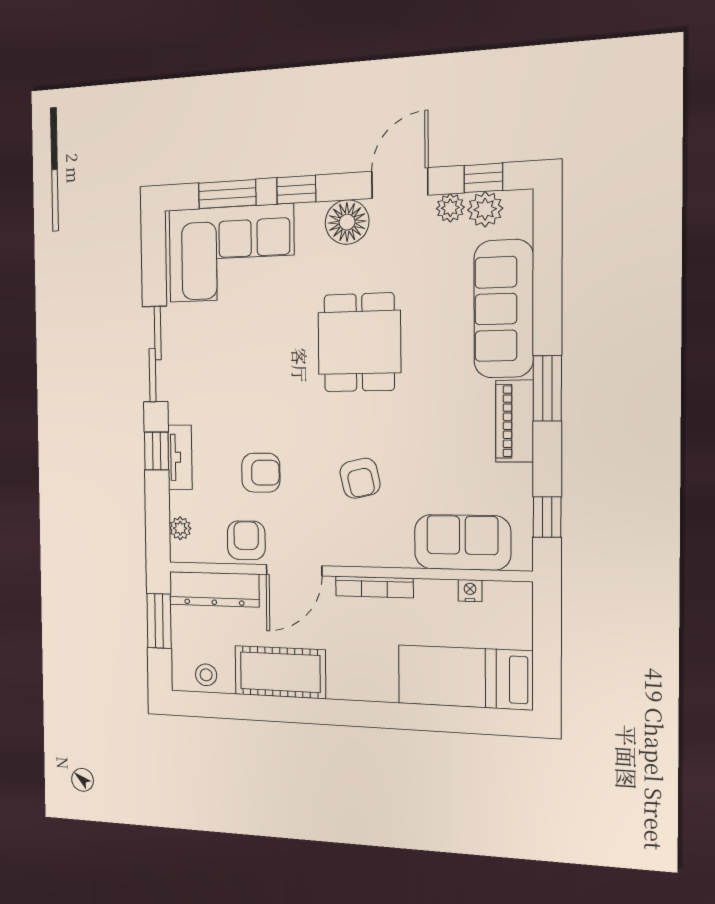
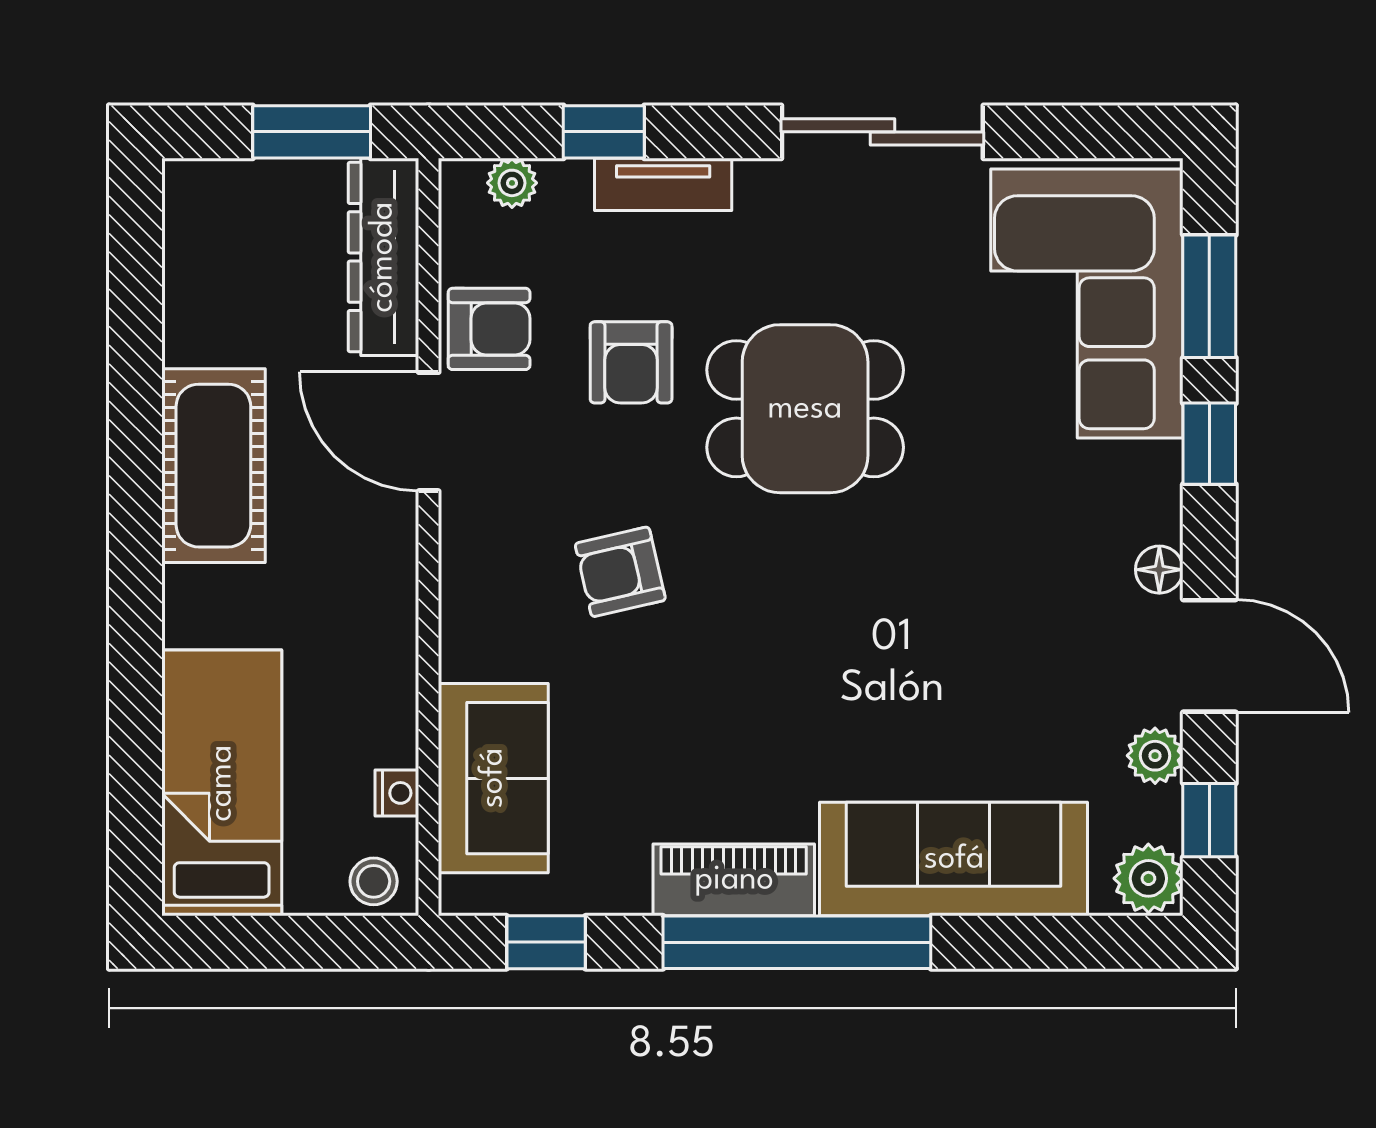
plant: (485, 209) -> (1148, 878), moved
floor lamp: (347, 222) -> (1159, 570), width x0.53, depth x0.53
dining table: (359, 342) -> (805, 409), moved
window: (547, 388) -> (797, 942), width x2.11
window: (157, 451) -> (604, 132), moved
bookcase: (374, 587) -> (398, 600), removed
cot: (280, 672) -> (213, 466), moved
stool: (206, 675) -> (374, 881), moved

